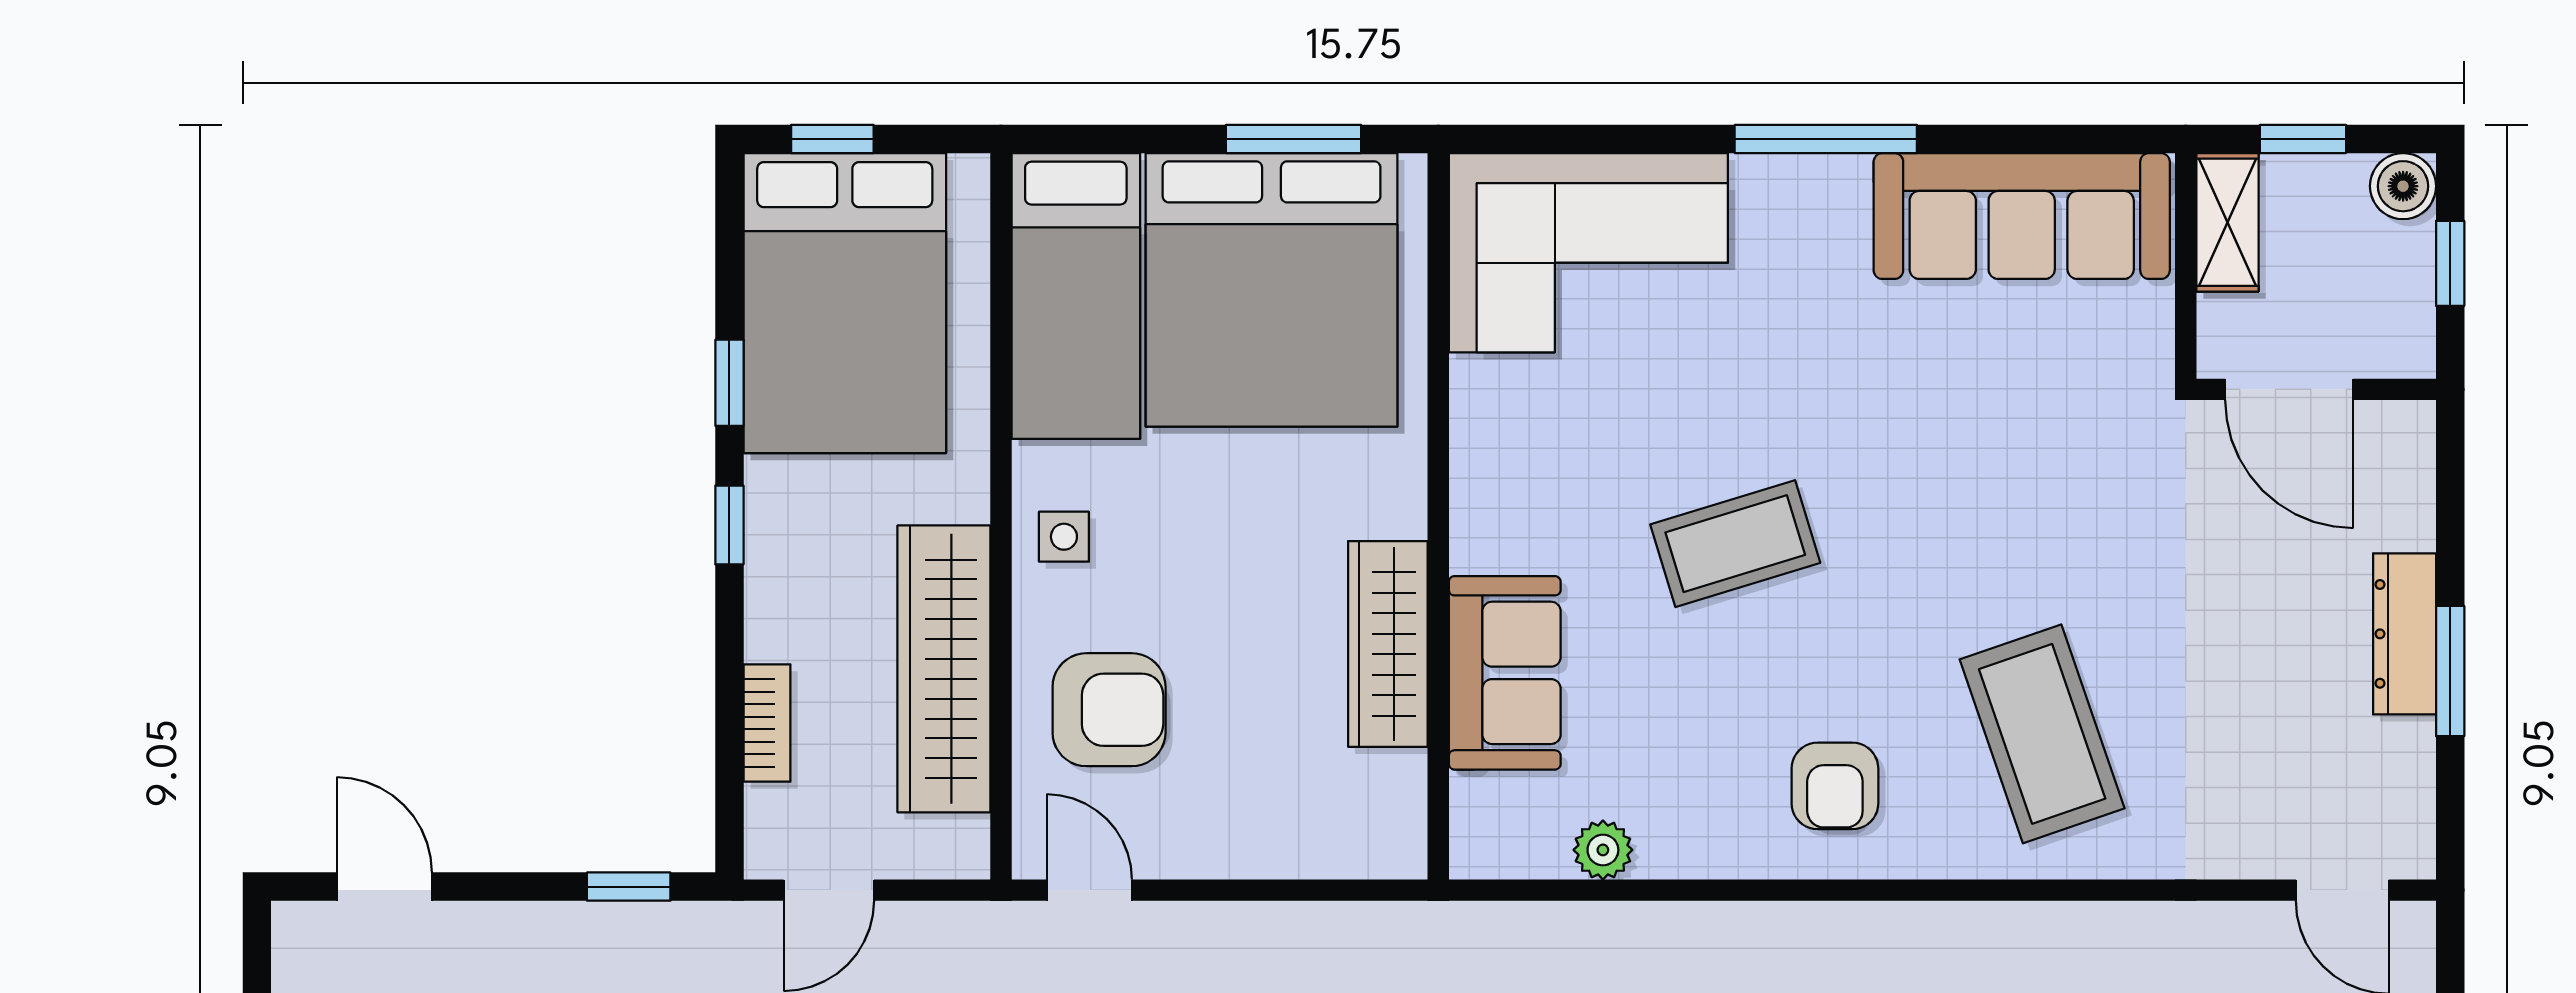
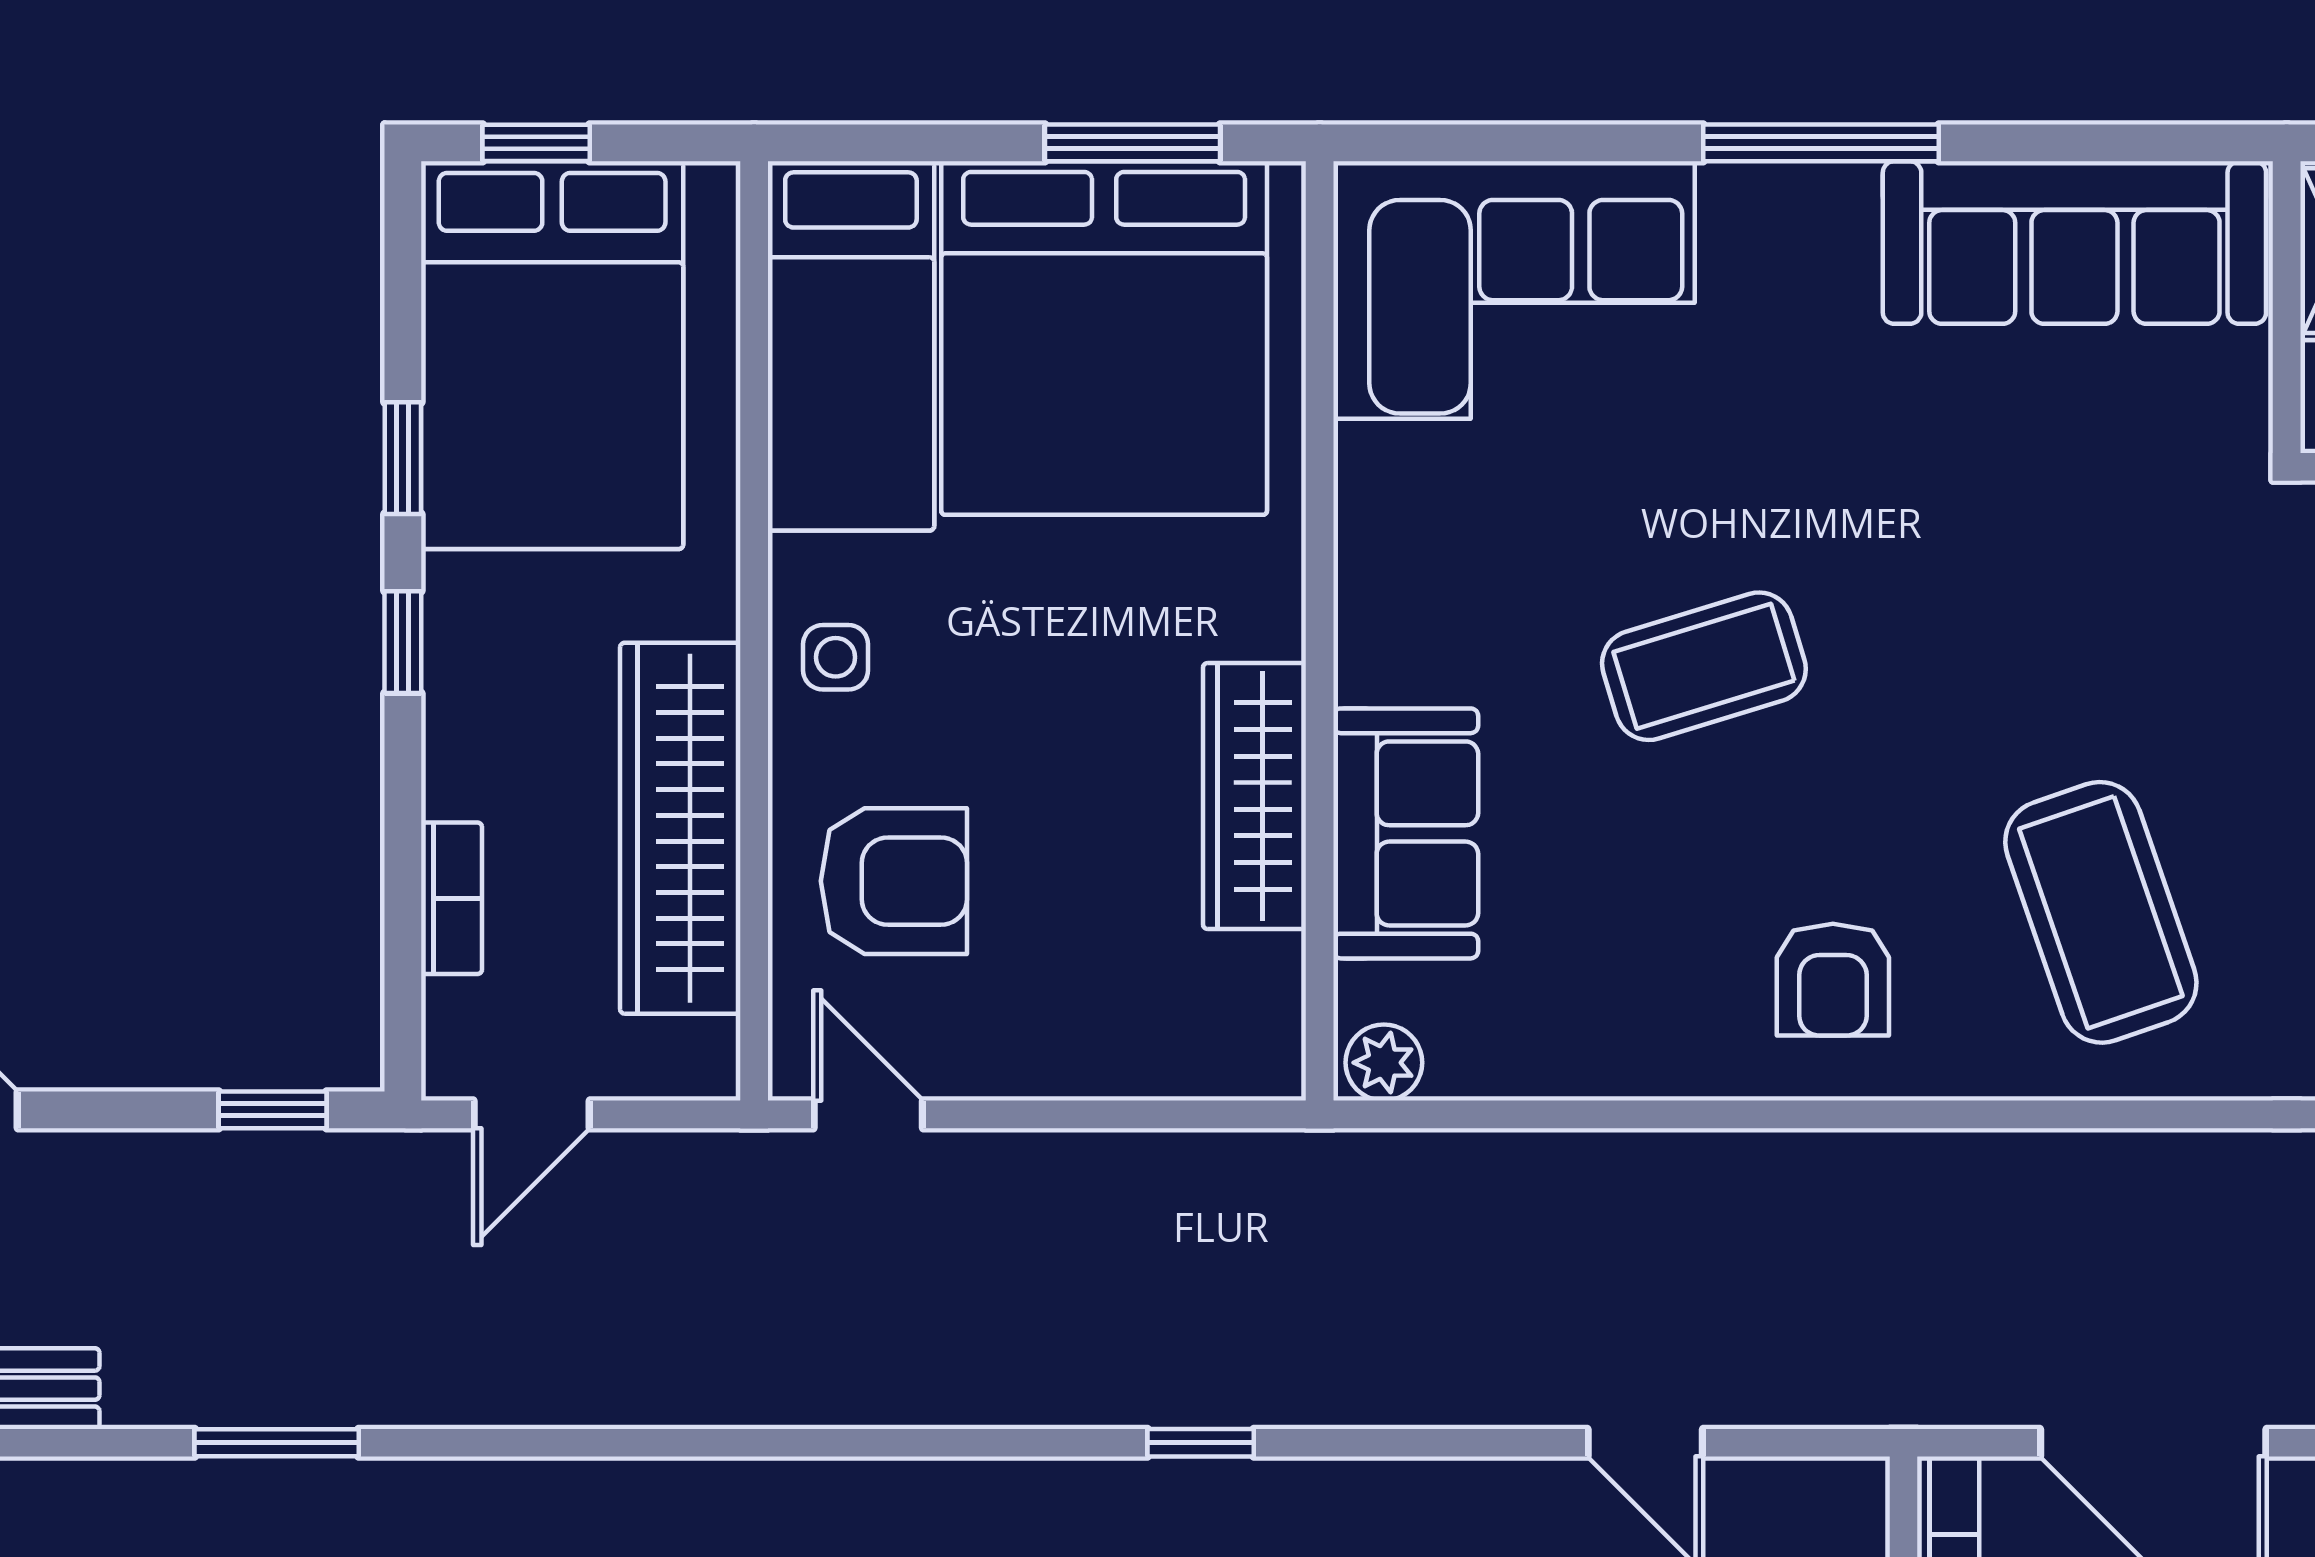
plant: (1603, 850) -> (1384, 1063), moved

